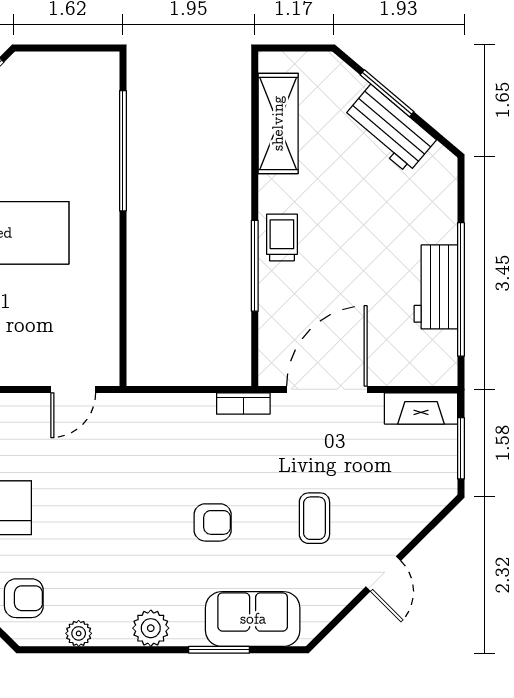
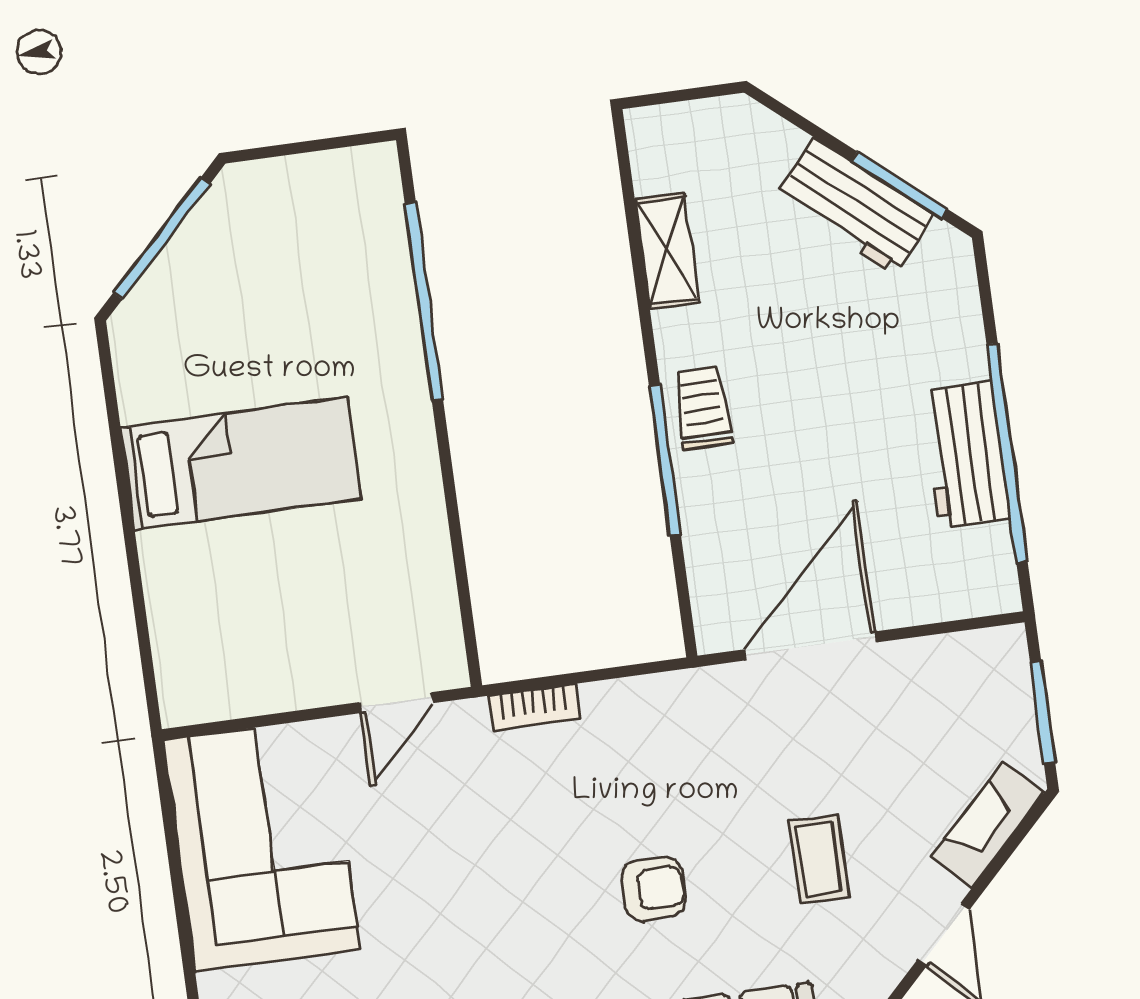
window: (387, 93) -> (899, 185), moved
shelving: (278, 123) -> (667, 251), width x0.67, depth x0.75
bookcase: (243, 404) -> (534, 707), moved
fireplace: (421, 408) -> (988, 825), moved, turned 135

